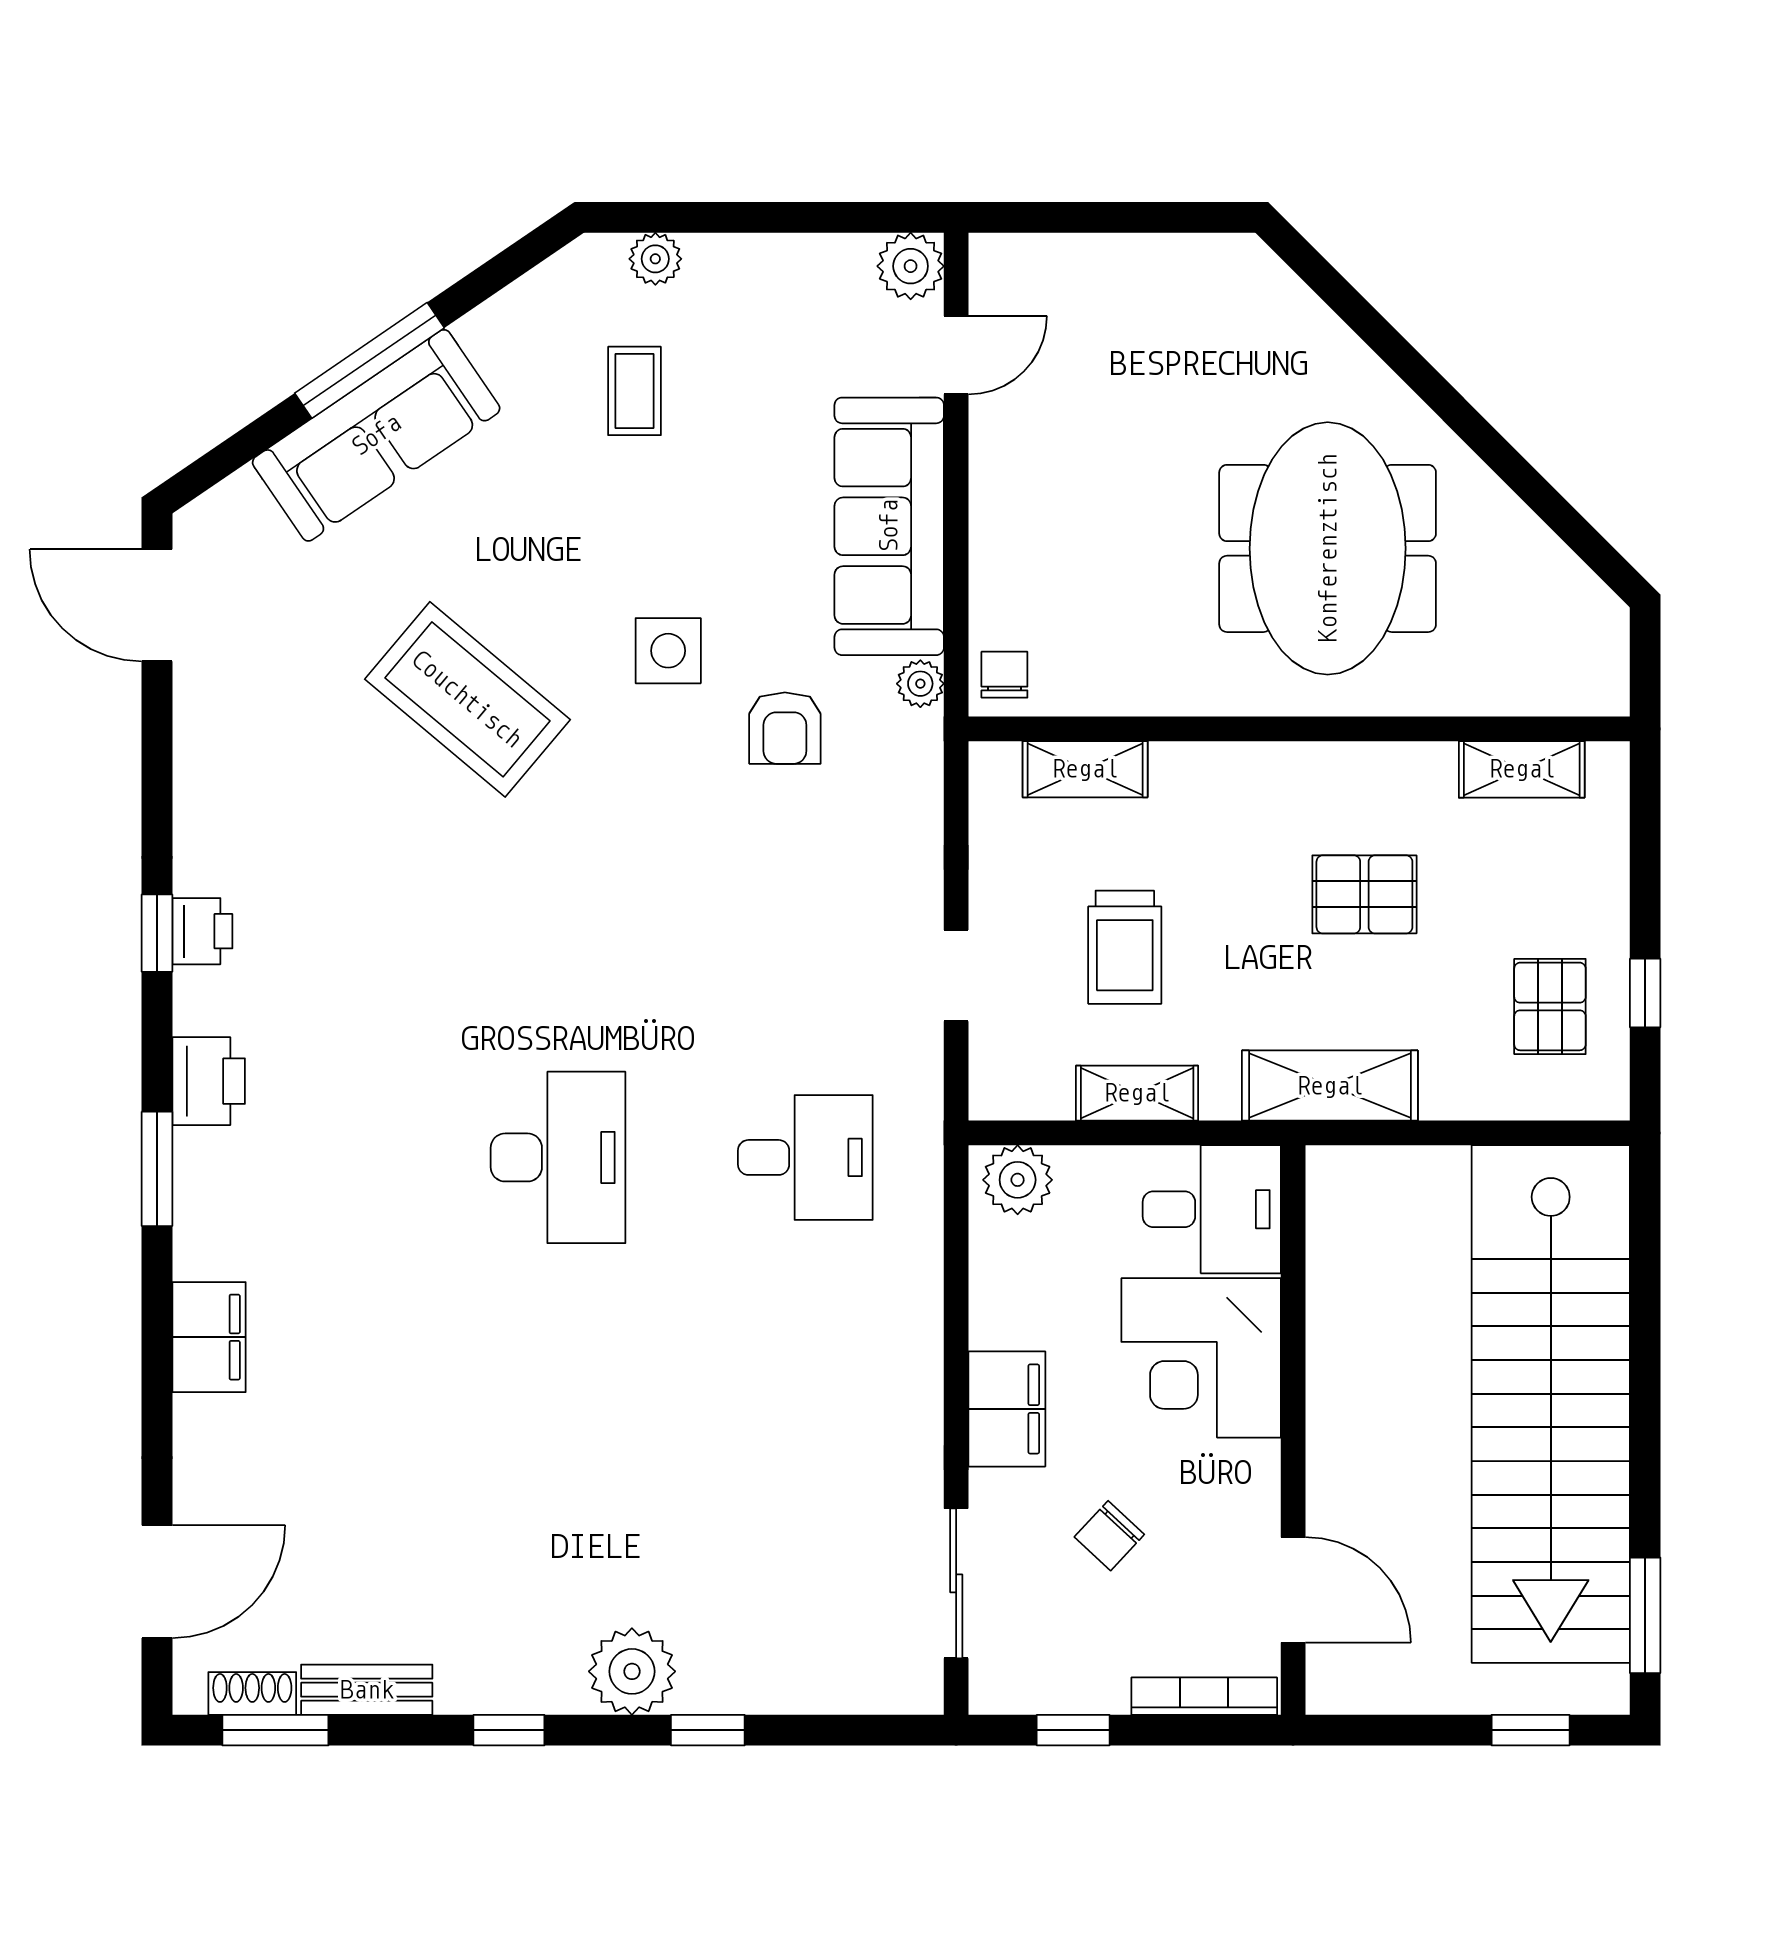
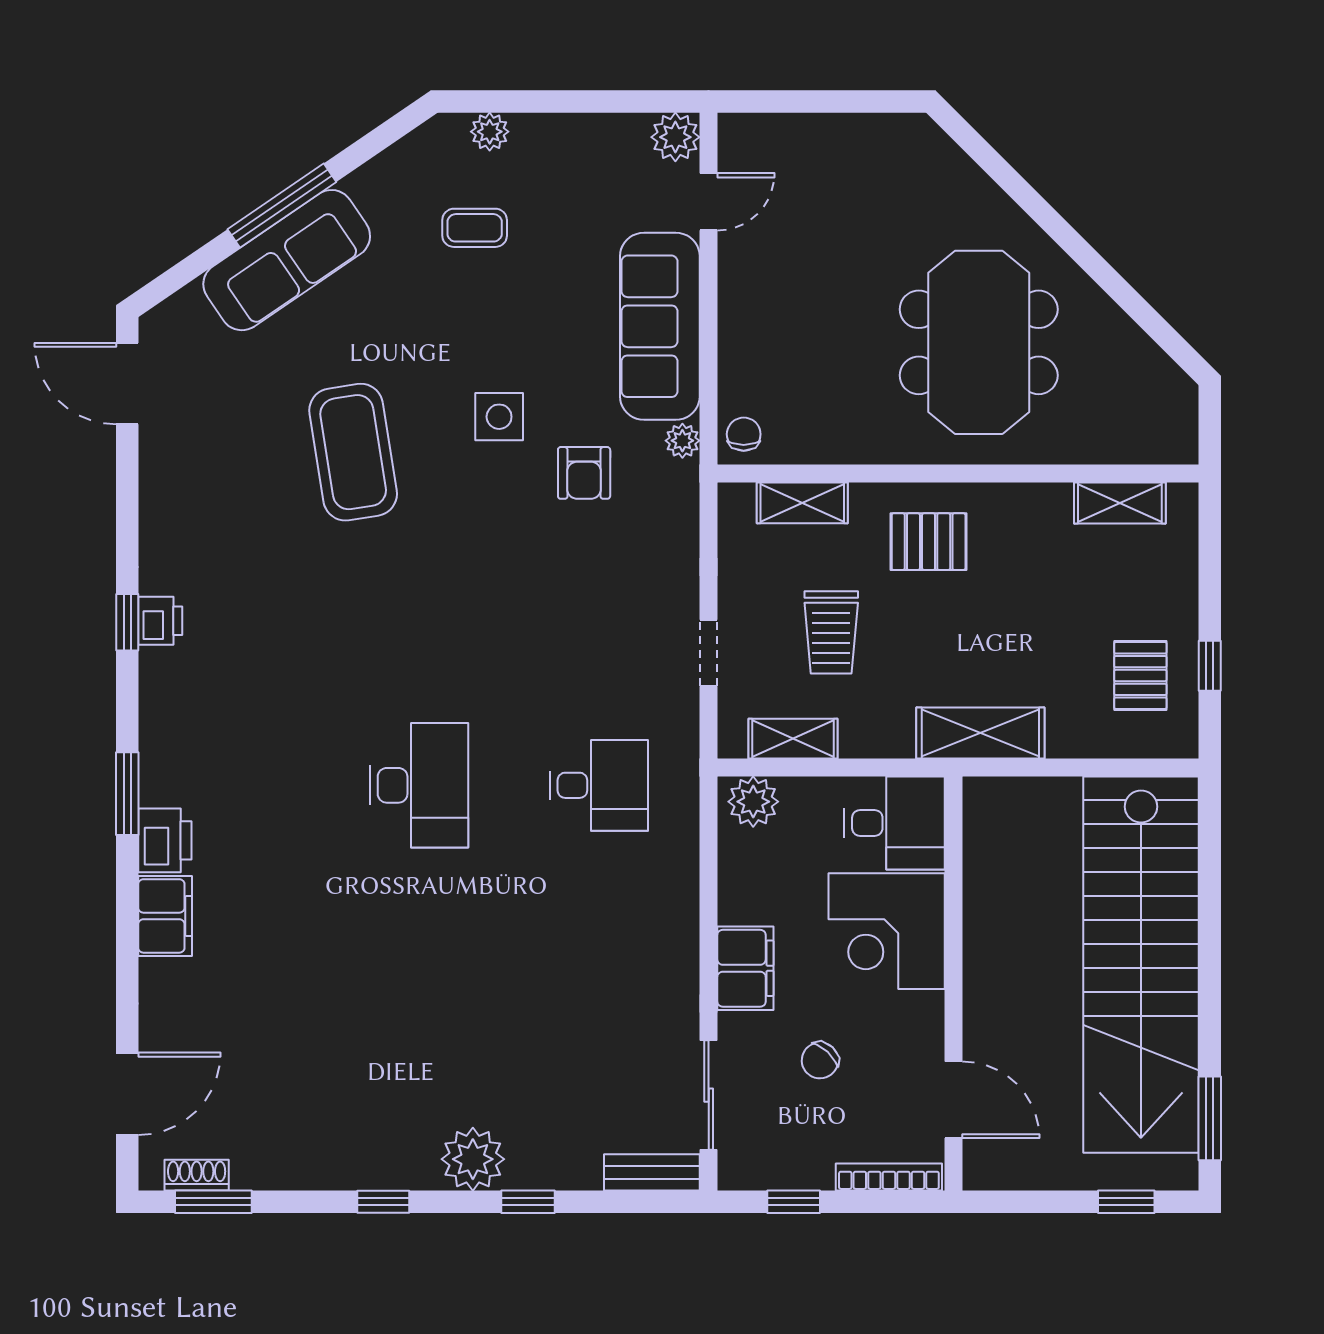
coffee table: (635, 391) -> (475, 228), turned 90
coffee table: (467, 699) -> (353, 452), turned 41
pallet: (1364, 894) -> (929, 542), moved
printer: (209, 1081) -> (165, 840), moved
shelving: (1137, 1093) -> (793, 739), moved
bench: (367, 1690) -> (652, 1172), moved

